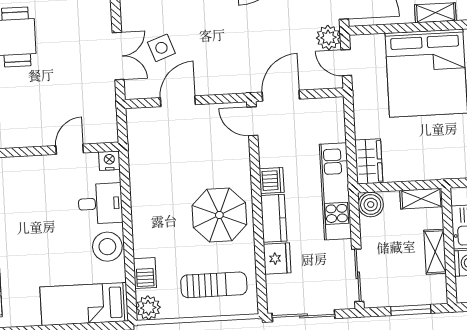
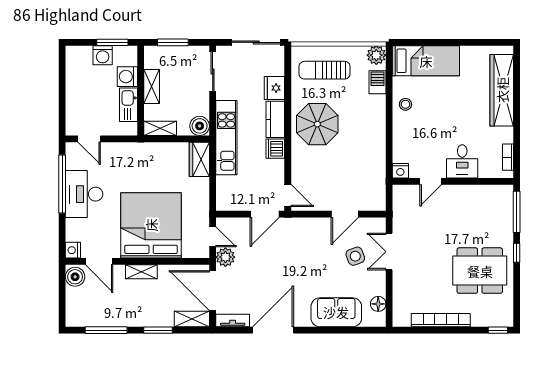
desk: (100, 204) -> (462, 161), moved, turned -90
stool: (107, 247) -> (405, 104), width x0.53, depth x0.53

